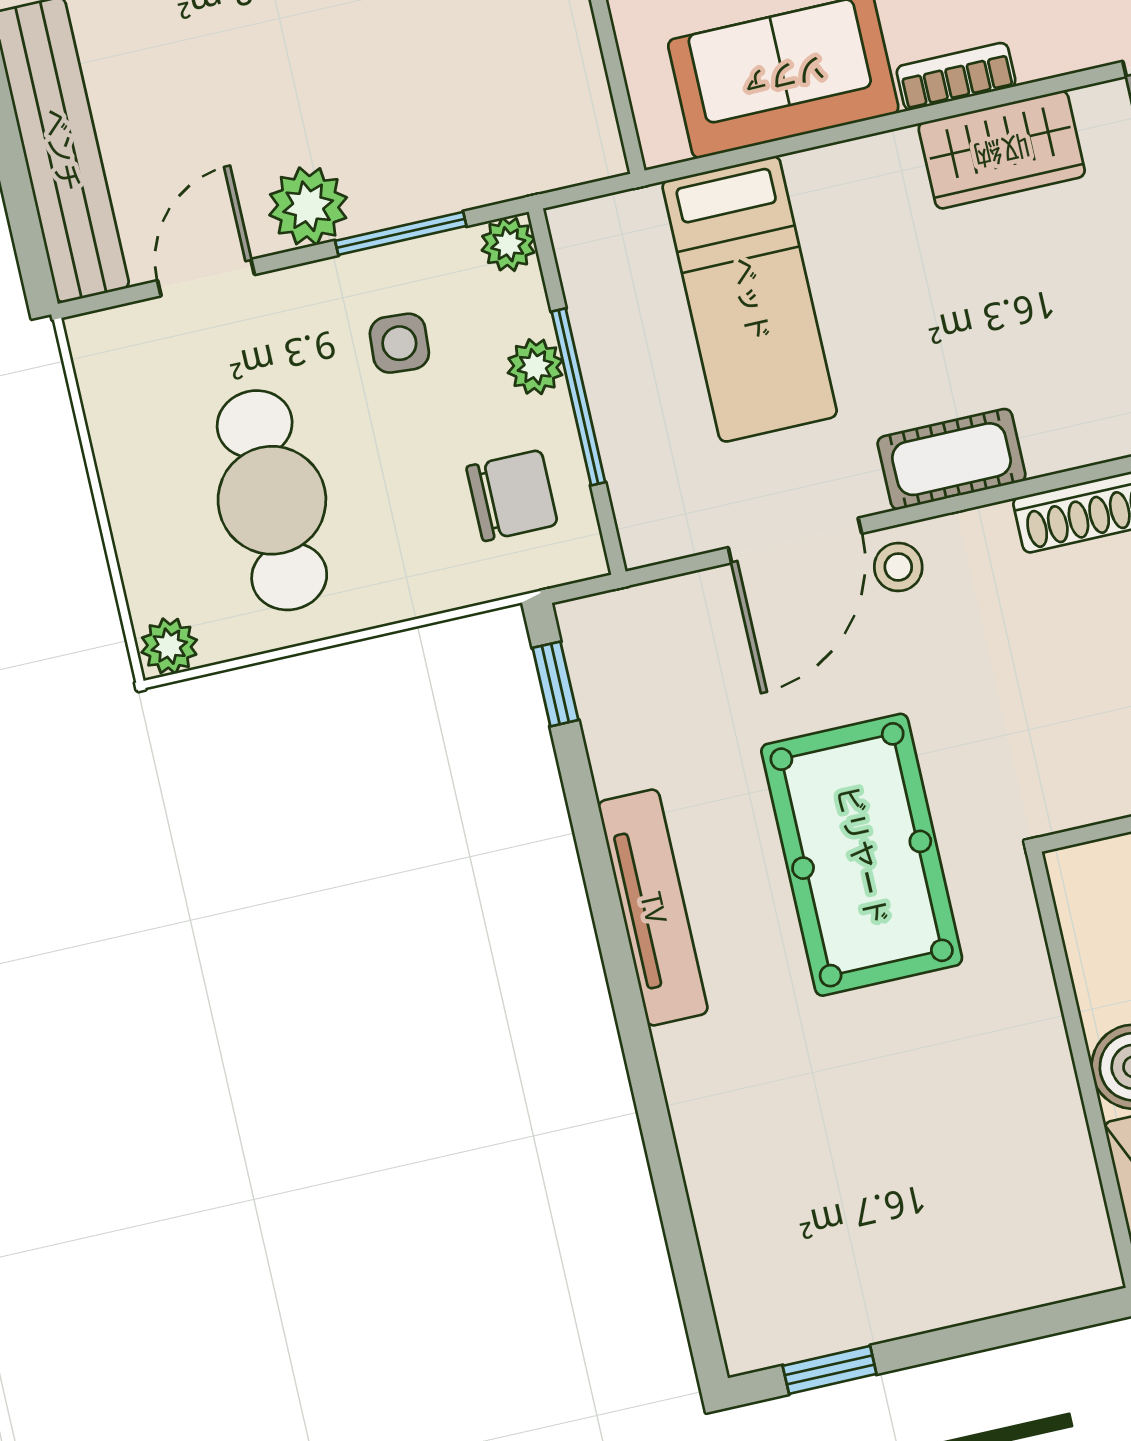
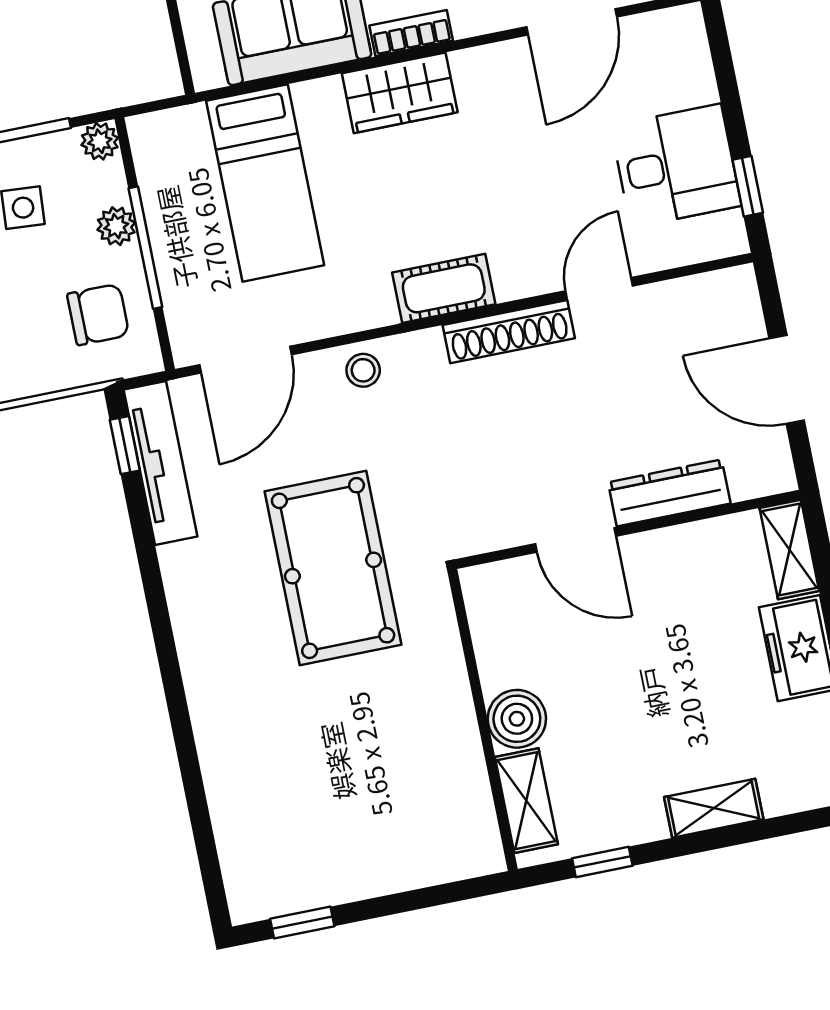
wardrobe: (1002, 150) -> (400, 93), moved
cot: (951, 459) -> (444, 288), moved
door: (795, 540) -> (245, 360), moved
tv unit: (653, 908) -> (160, 463), moved

